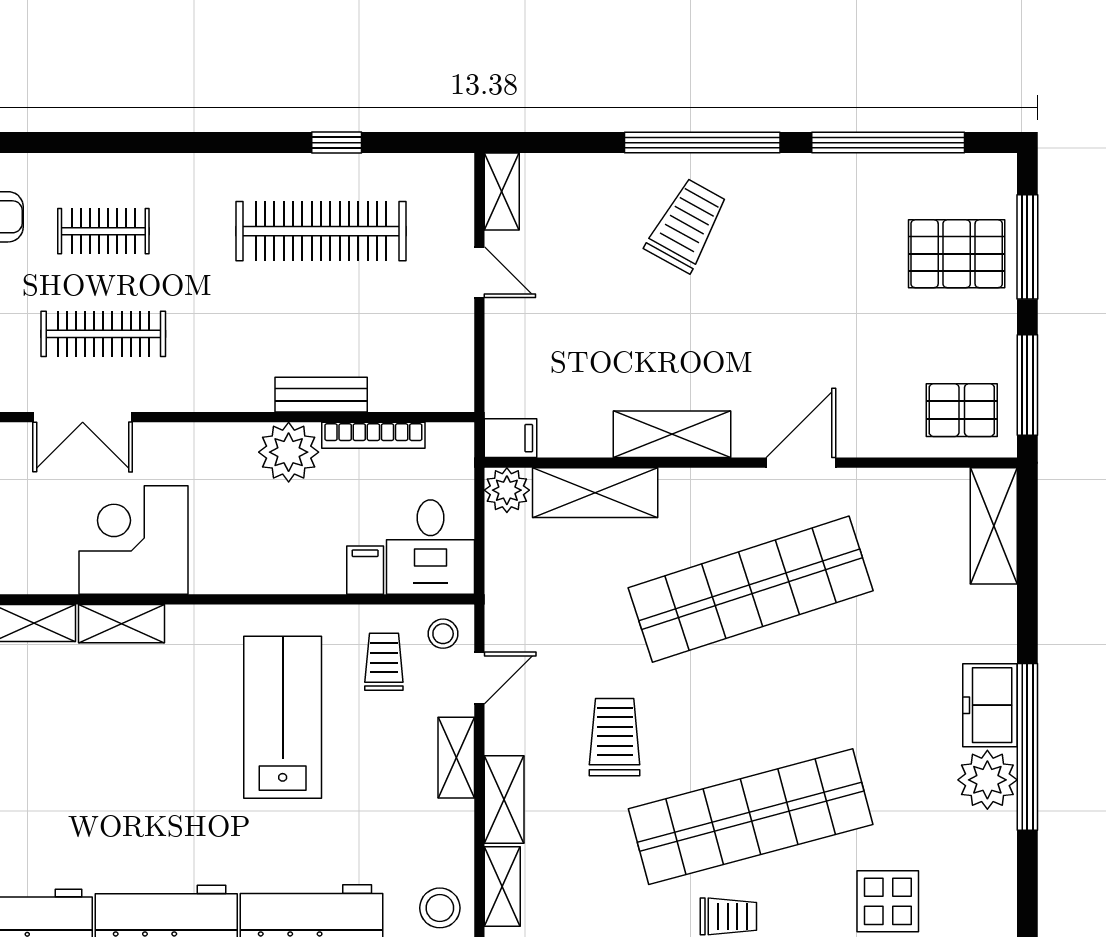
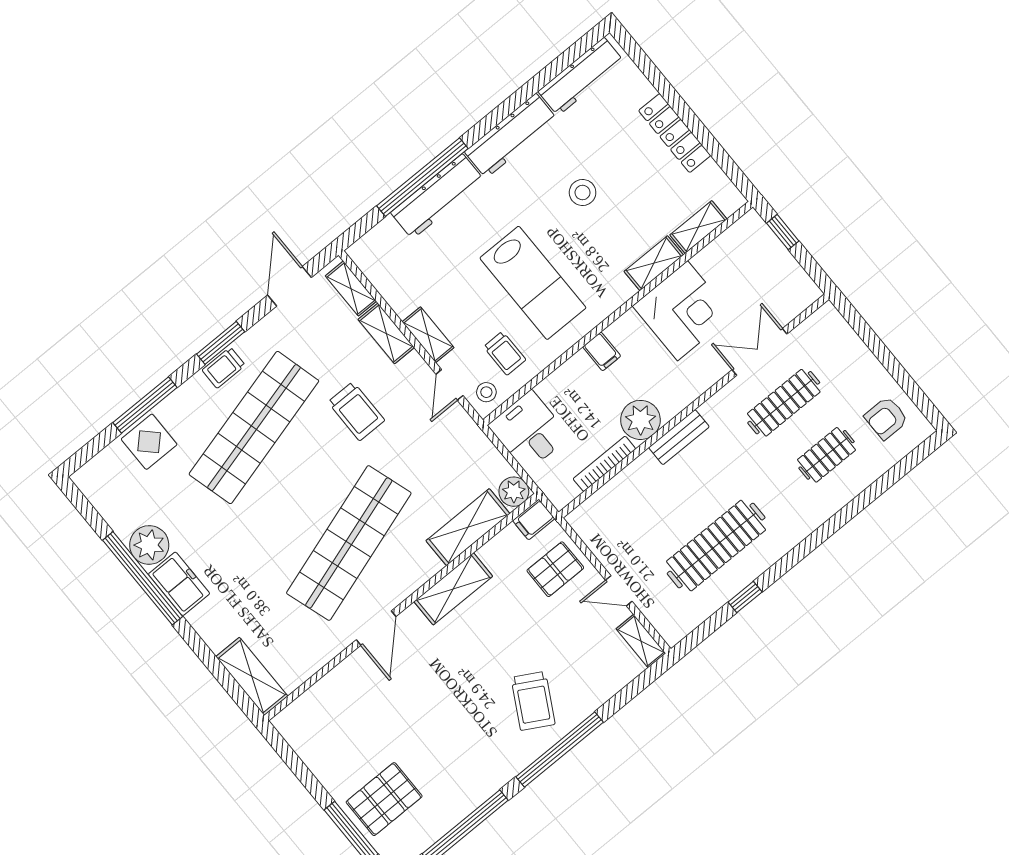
window: (1027, 385) -> (293, 762), removed
bench: (321, 395) -> (679, 437), moved
pallet: (962, 410) -> (555, 569), moved
filing cabinet: (365, 570) -> (602, 351), moved
stool: (440, 908) -> (583, 193), moved

